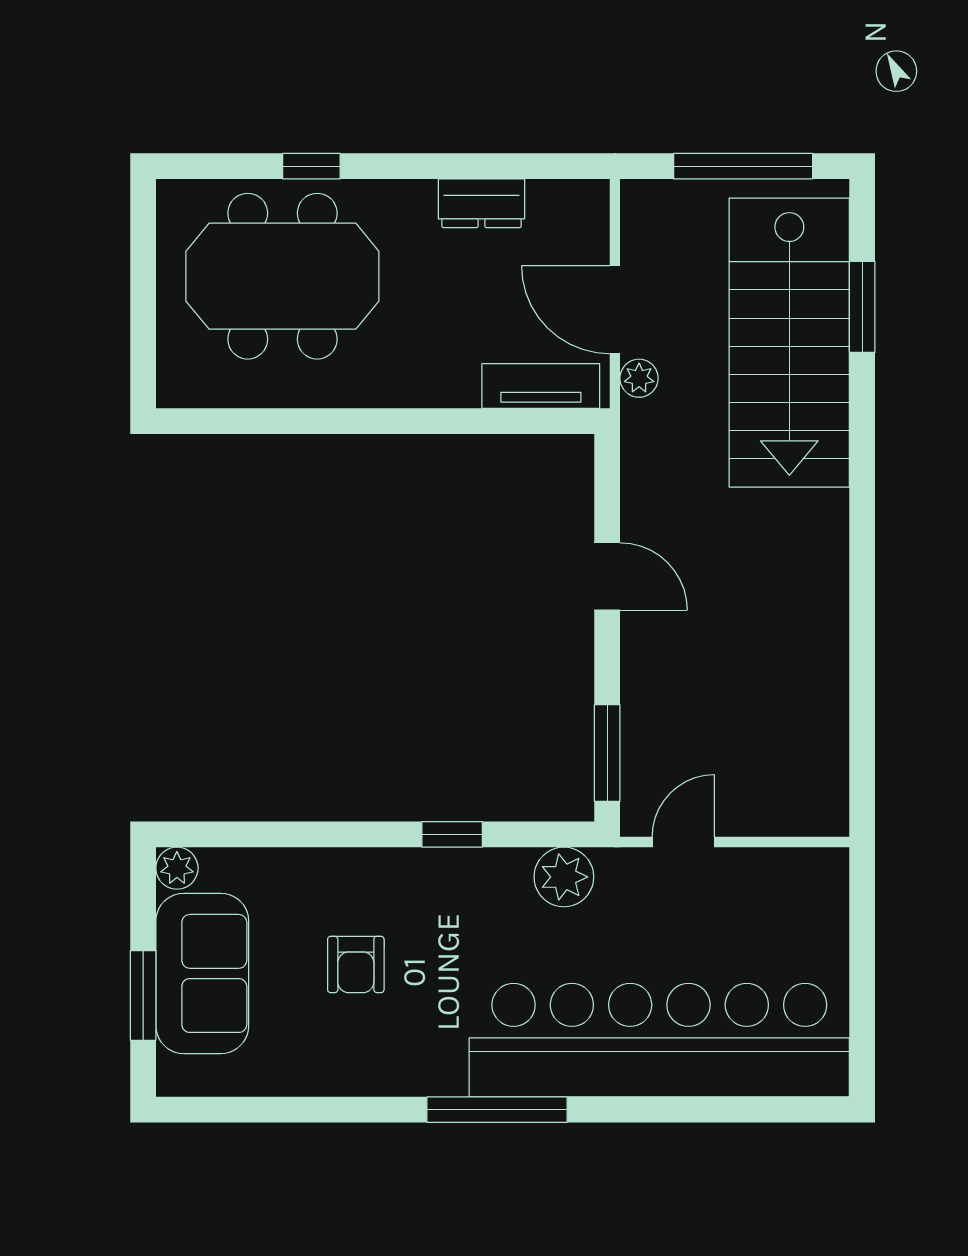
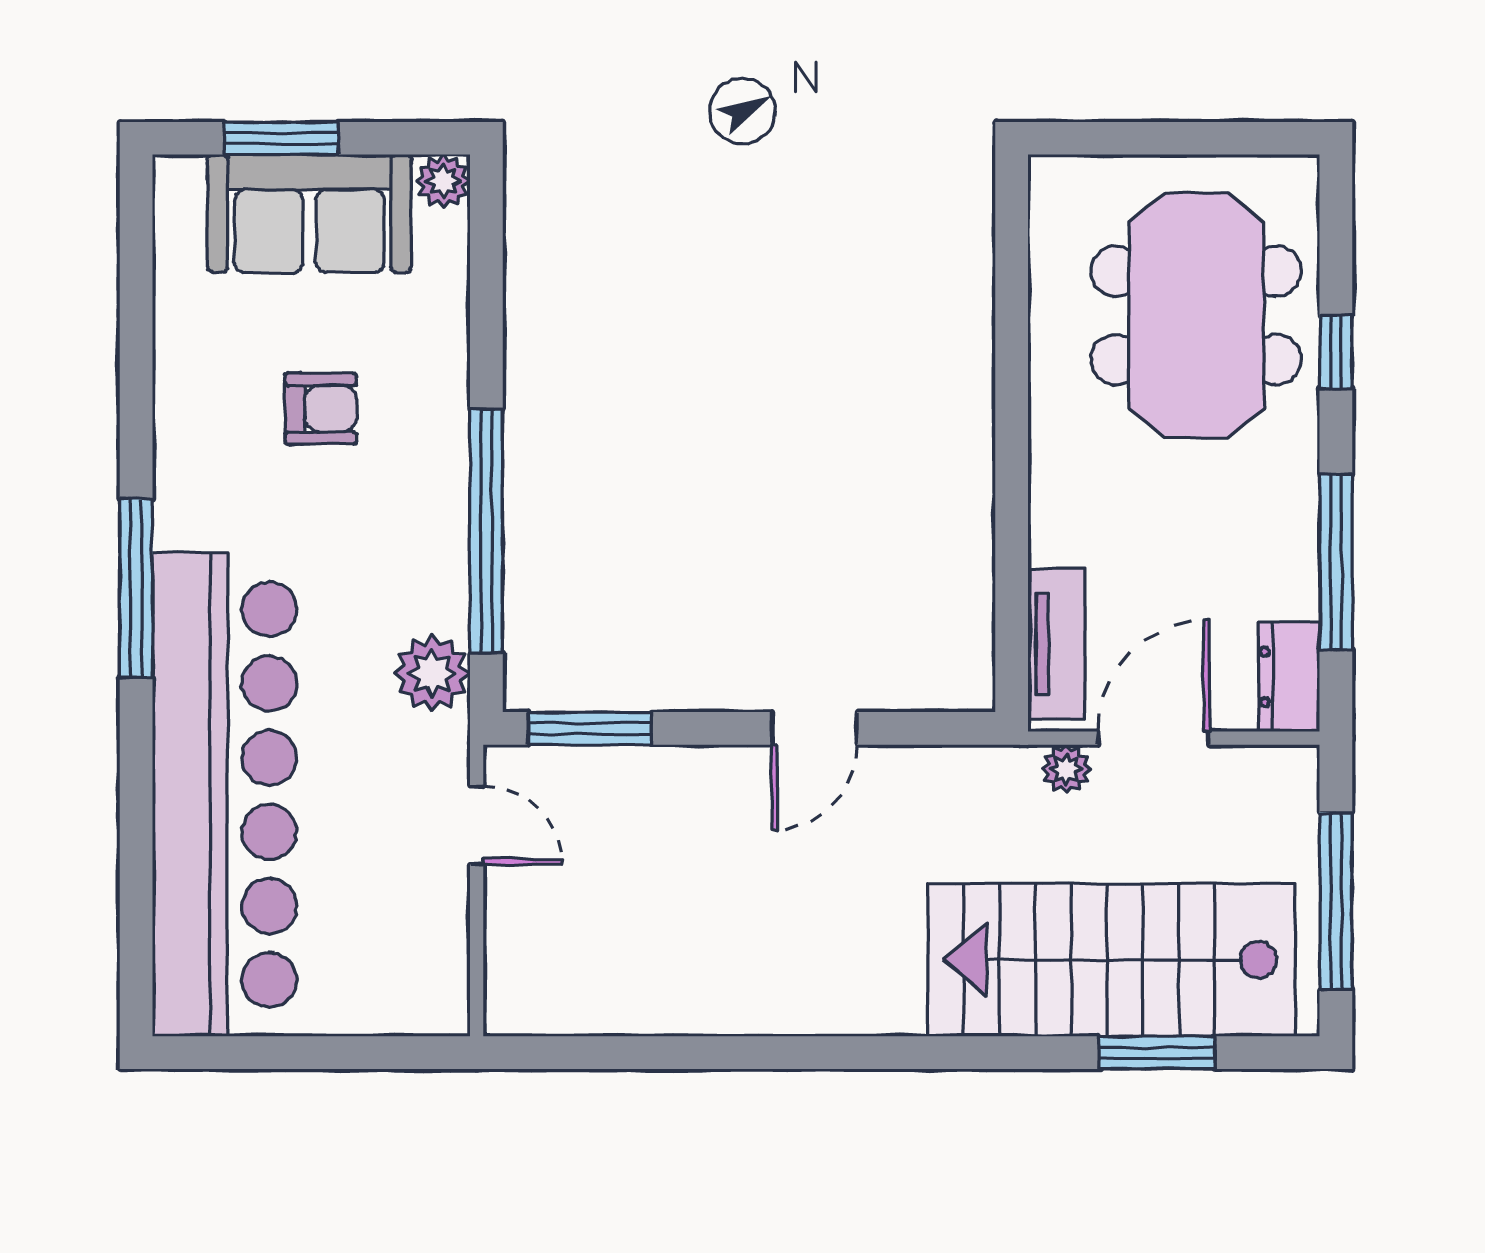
window: (476, 166) -> (1336, 562), added
dresser: (482, 203) -> (1289, 677), moved
window: (452, 834) -> (486, 531), width x3.17
armchair: (356, 964) -> (321, 409), turned 180

